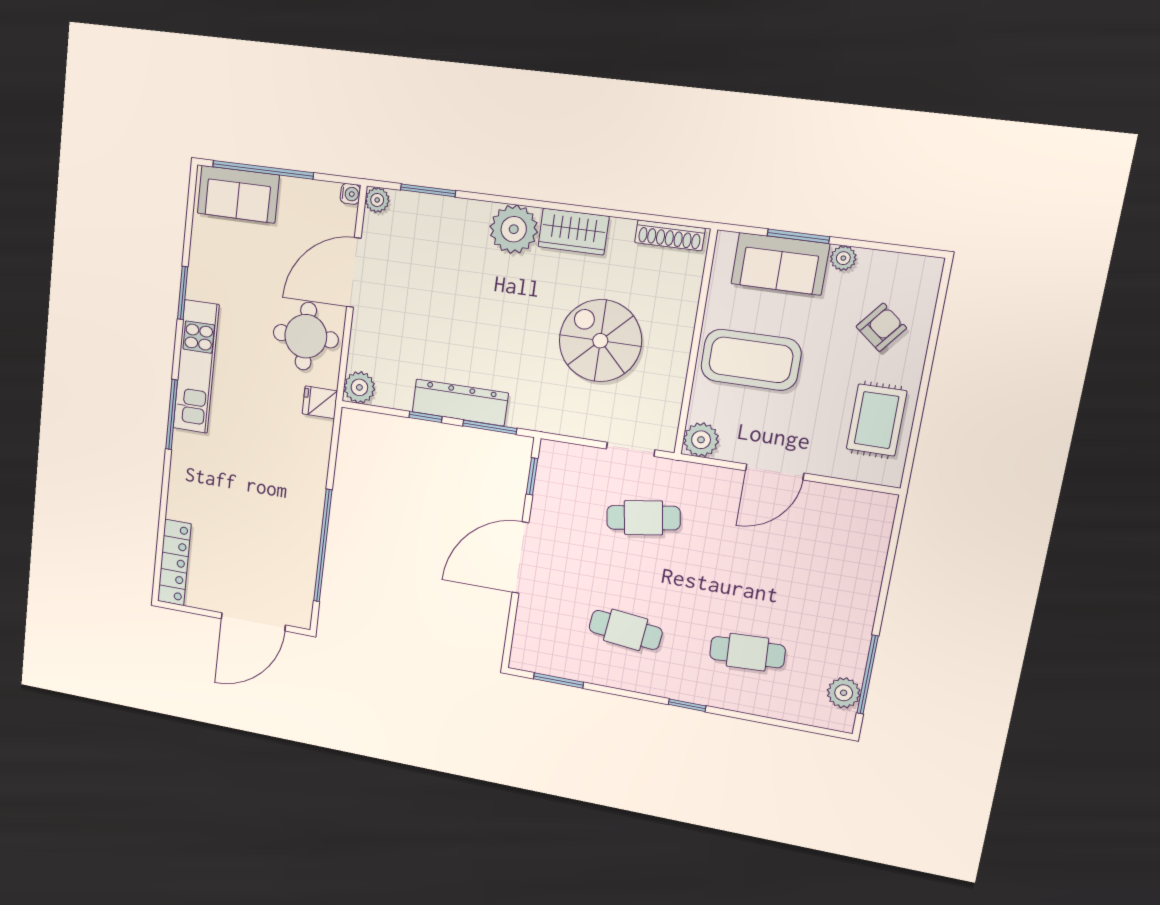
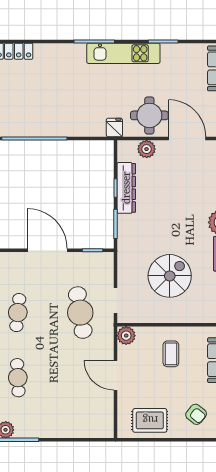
coffee table: (751, 360) -> (171, 354), width x0.54, depth x0.58
plant: (359, 387) -> (147, 149), moved
dresser: (460, 403) -> (126, 188), moved
cafe table: (643, 518) -> (80, 313), width x1.37, depth x1.35

